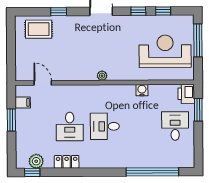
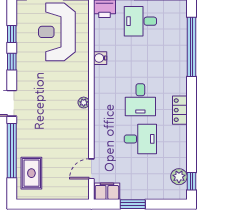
window: (59, 12) -> (12, 151), width x3.17
filing cabinet: (23, 102) -> (107, 191), width x2.00
locker: (67, 162) -> (180, 110), moved

